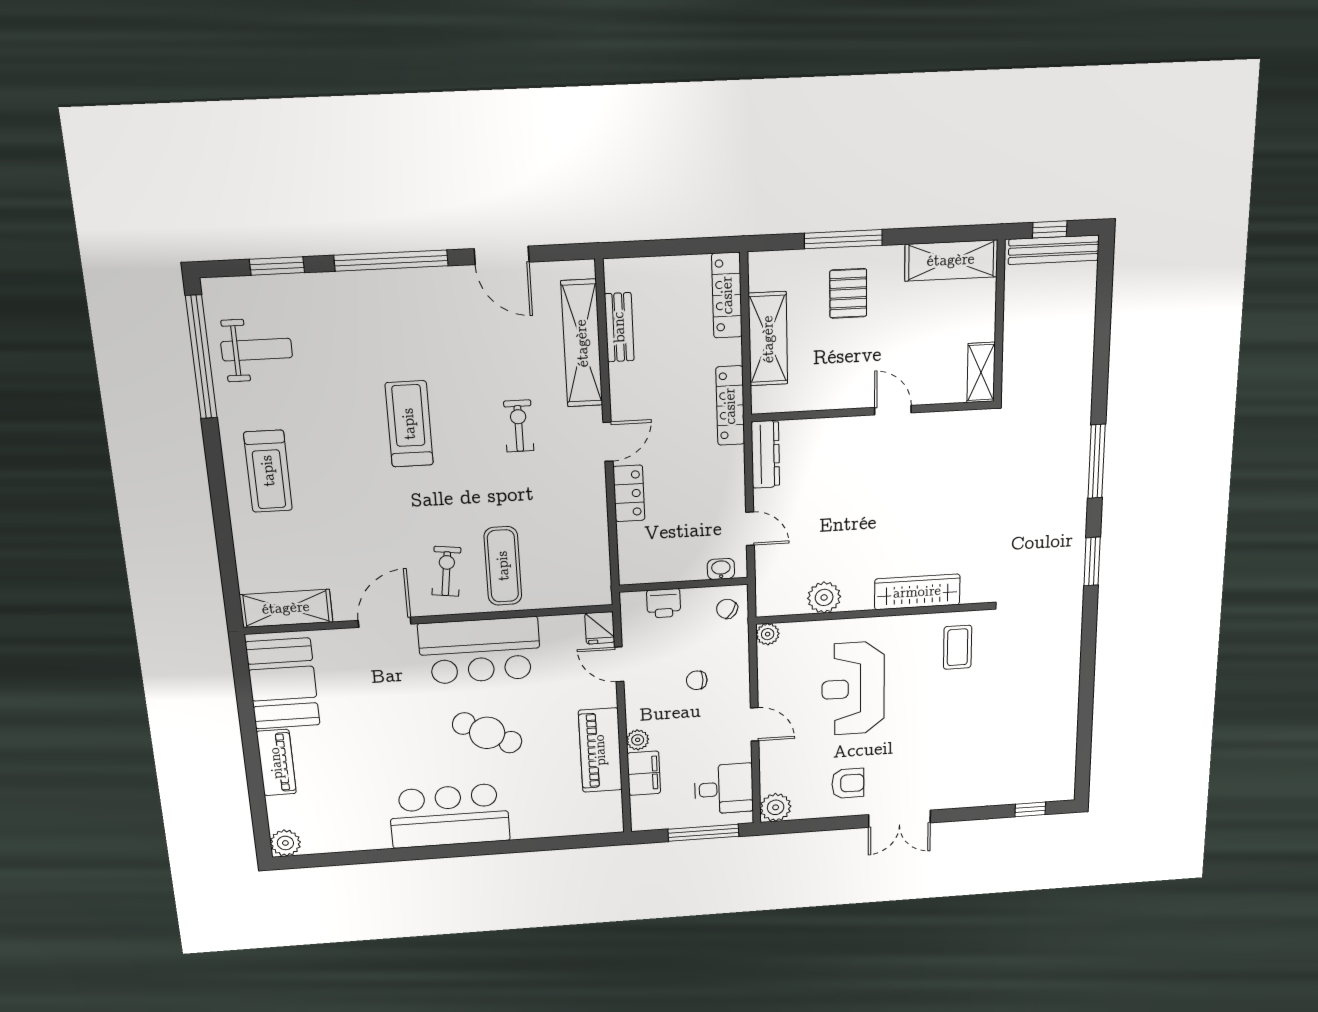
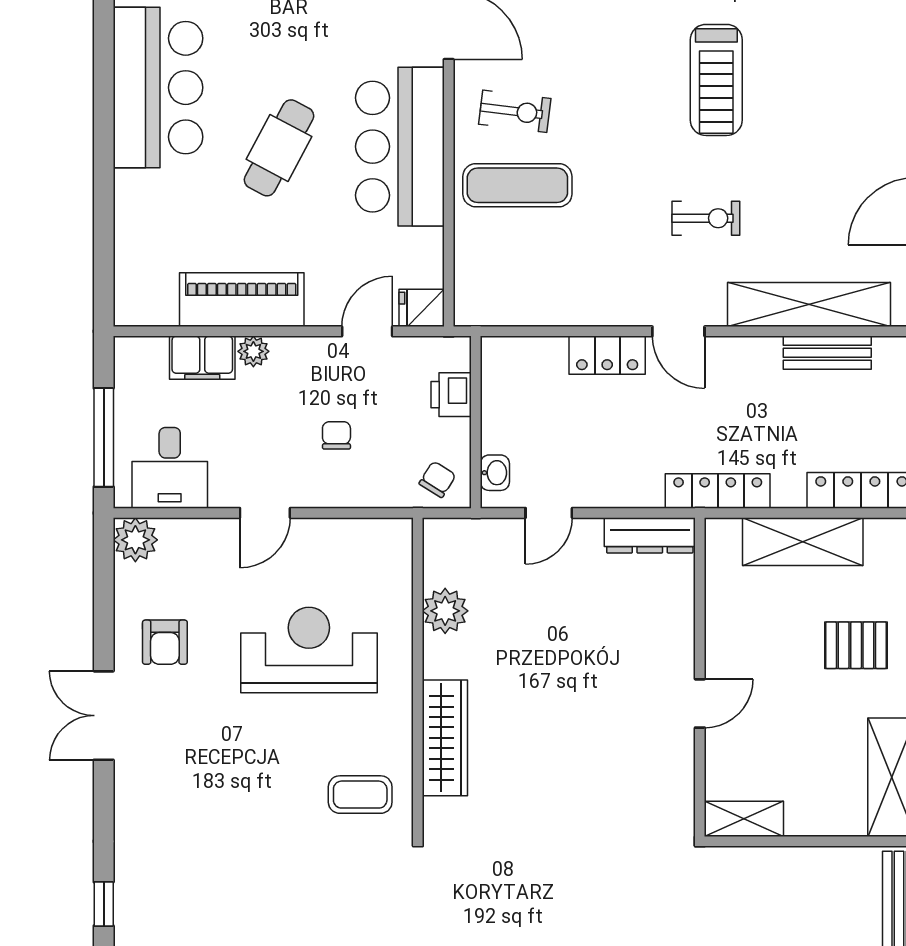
treadmill: (409, 424) -> (716, 80), turned 90
plant: (768, 634) -> (397, 533), removed

